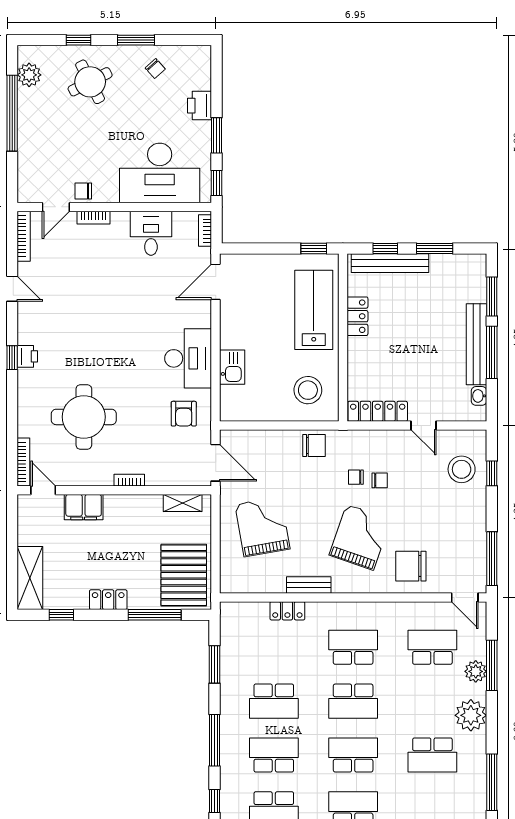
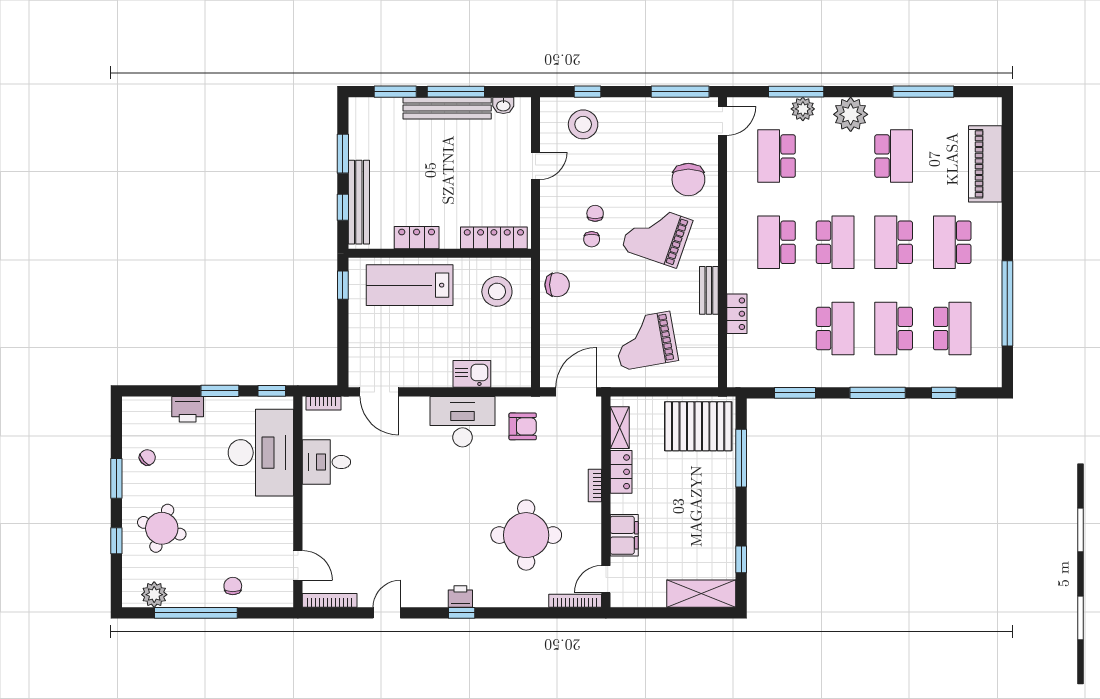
round table: (90, 82) -> (162, 528), turned 45
chair: (83, 191) -> (233, 586), moved, turned 180
bookcase: (94, 218) -> (309, 524), removed
locker: (378, 411) -> (494, 238), moved, turned 90
chair: (314, 445) -> (557, 285), turned 90
locker: (108, 600) -> (621, 472), moved, turned 180

